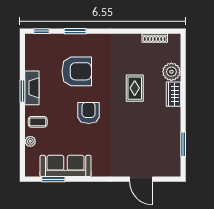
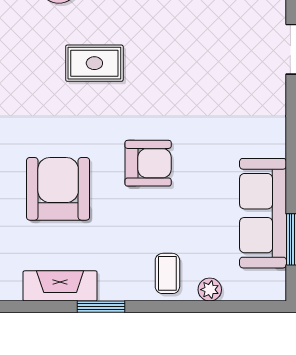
fireplace: (32, 88) -> (60, 286), moved
armchair: (89, 113) -> (148, 163), turned 180

